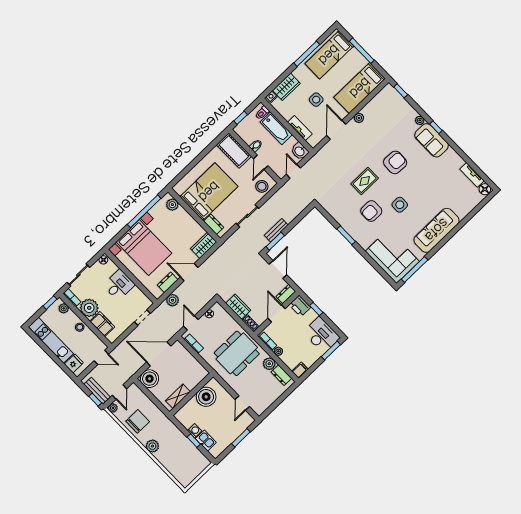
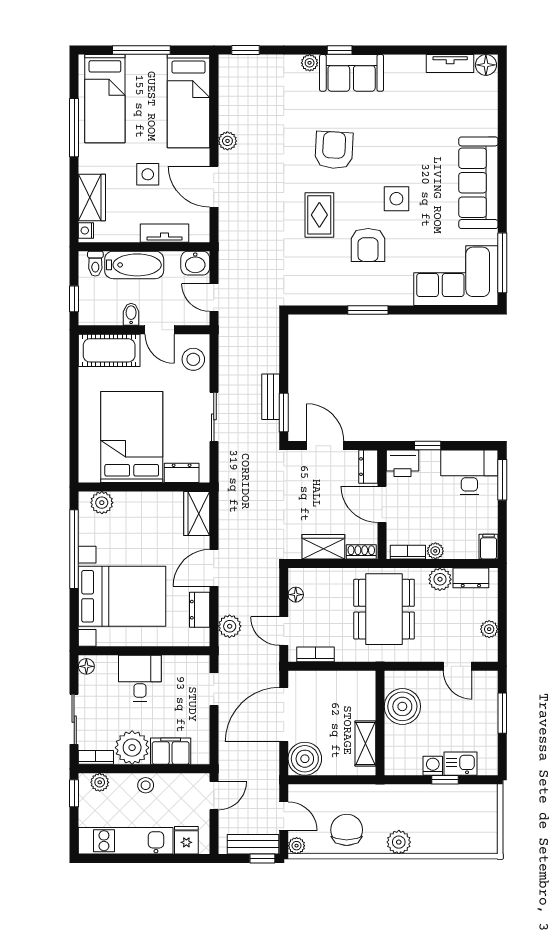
plant: (268, 401) -> (489, 629), added

